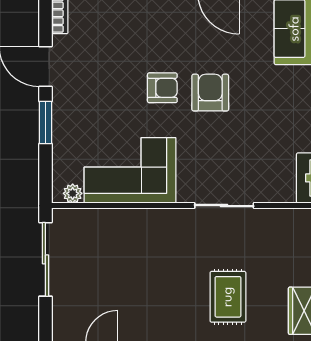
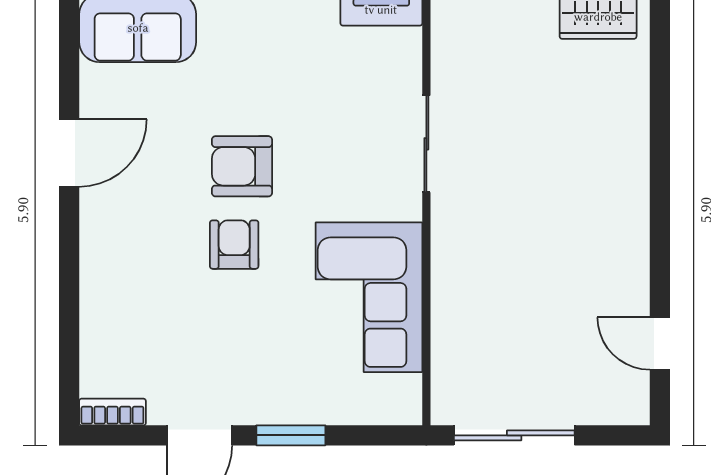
plant: (73, 193) -> (407, 391), removed
rug: (228, 297) -> (575, 137), removed

